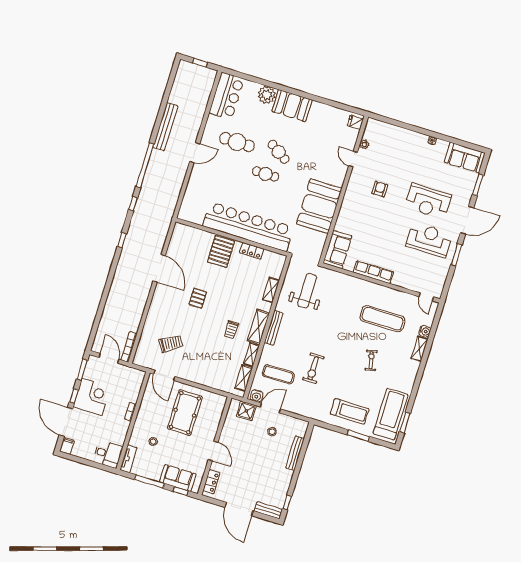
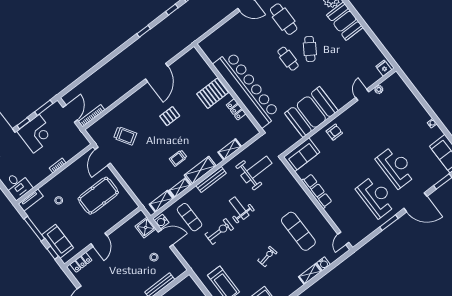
armchair: (380, 189) -> (334, 132), moved
reception desk: (428, 201) -> (396, 167), turned 180
weight bench: (316, 335) -> (239, 208), added
exercise bike: (313, 368) -> (219, 231), turned 180

